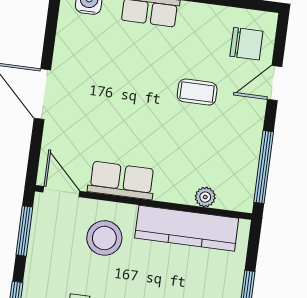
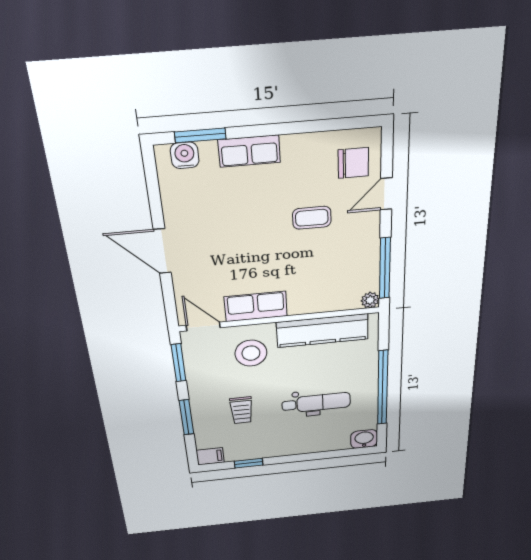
plant: (205, 197) -> (370, 300), moved

